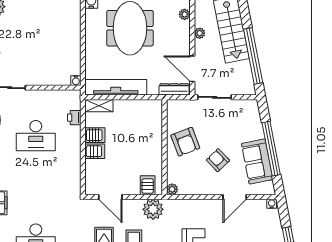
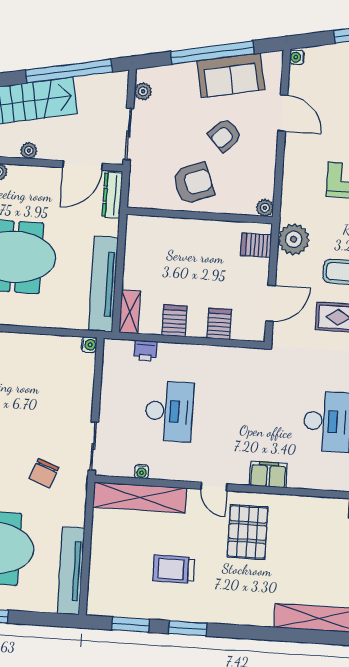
plant: (243, 105) -> (143, 91), added
server rack: (95, 151) -> (219, 324), moved

